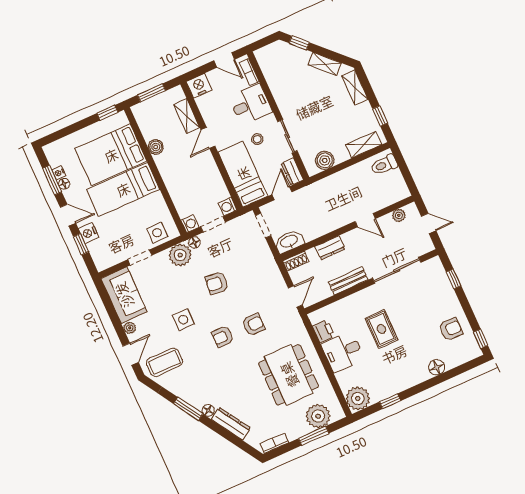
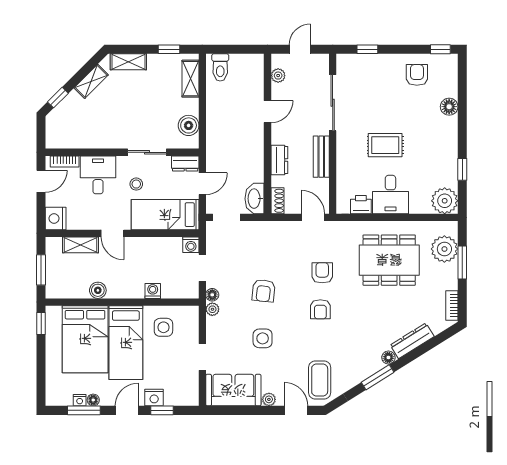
door: (282, 193) -> (202, 184), swing flipped
washing machine: (190, 224) -> (153, 291), moved
side table: (157, 233) -> (163, 327), moved
plant: (180, 255) -> (212, 309), width x0.53, depth x0.53
side table: (183, 320) -> (263, 338), moved

